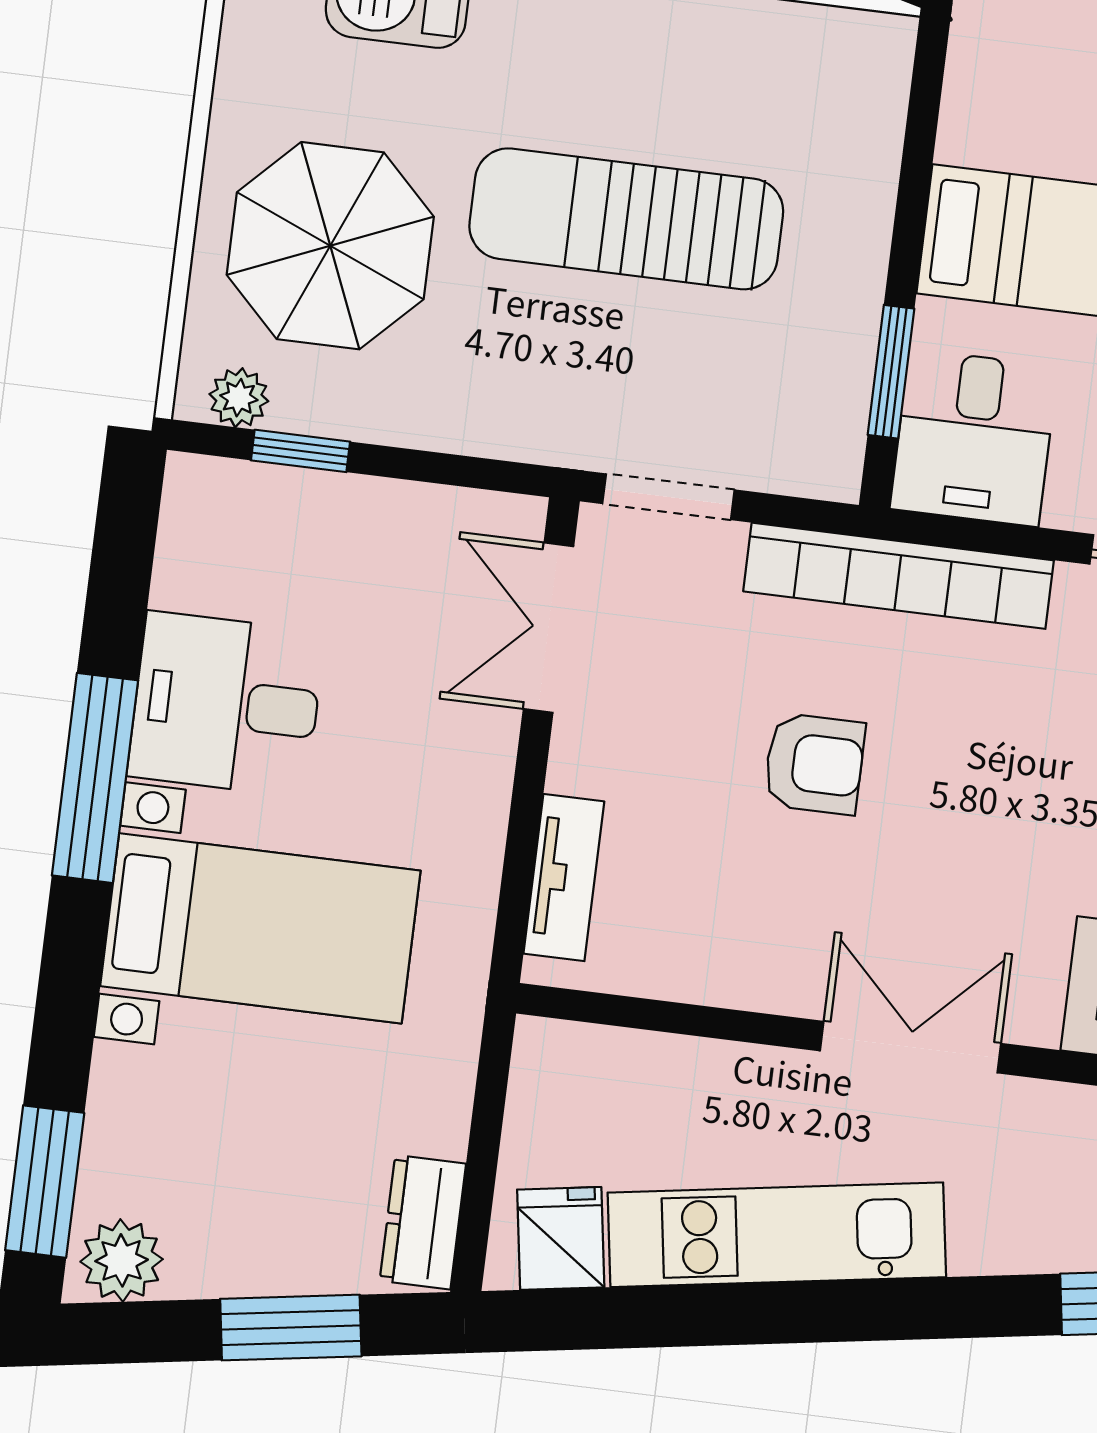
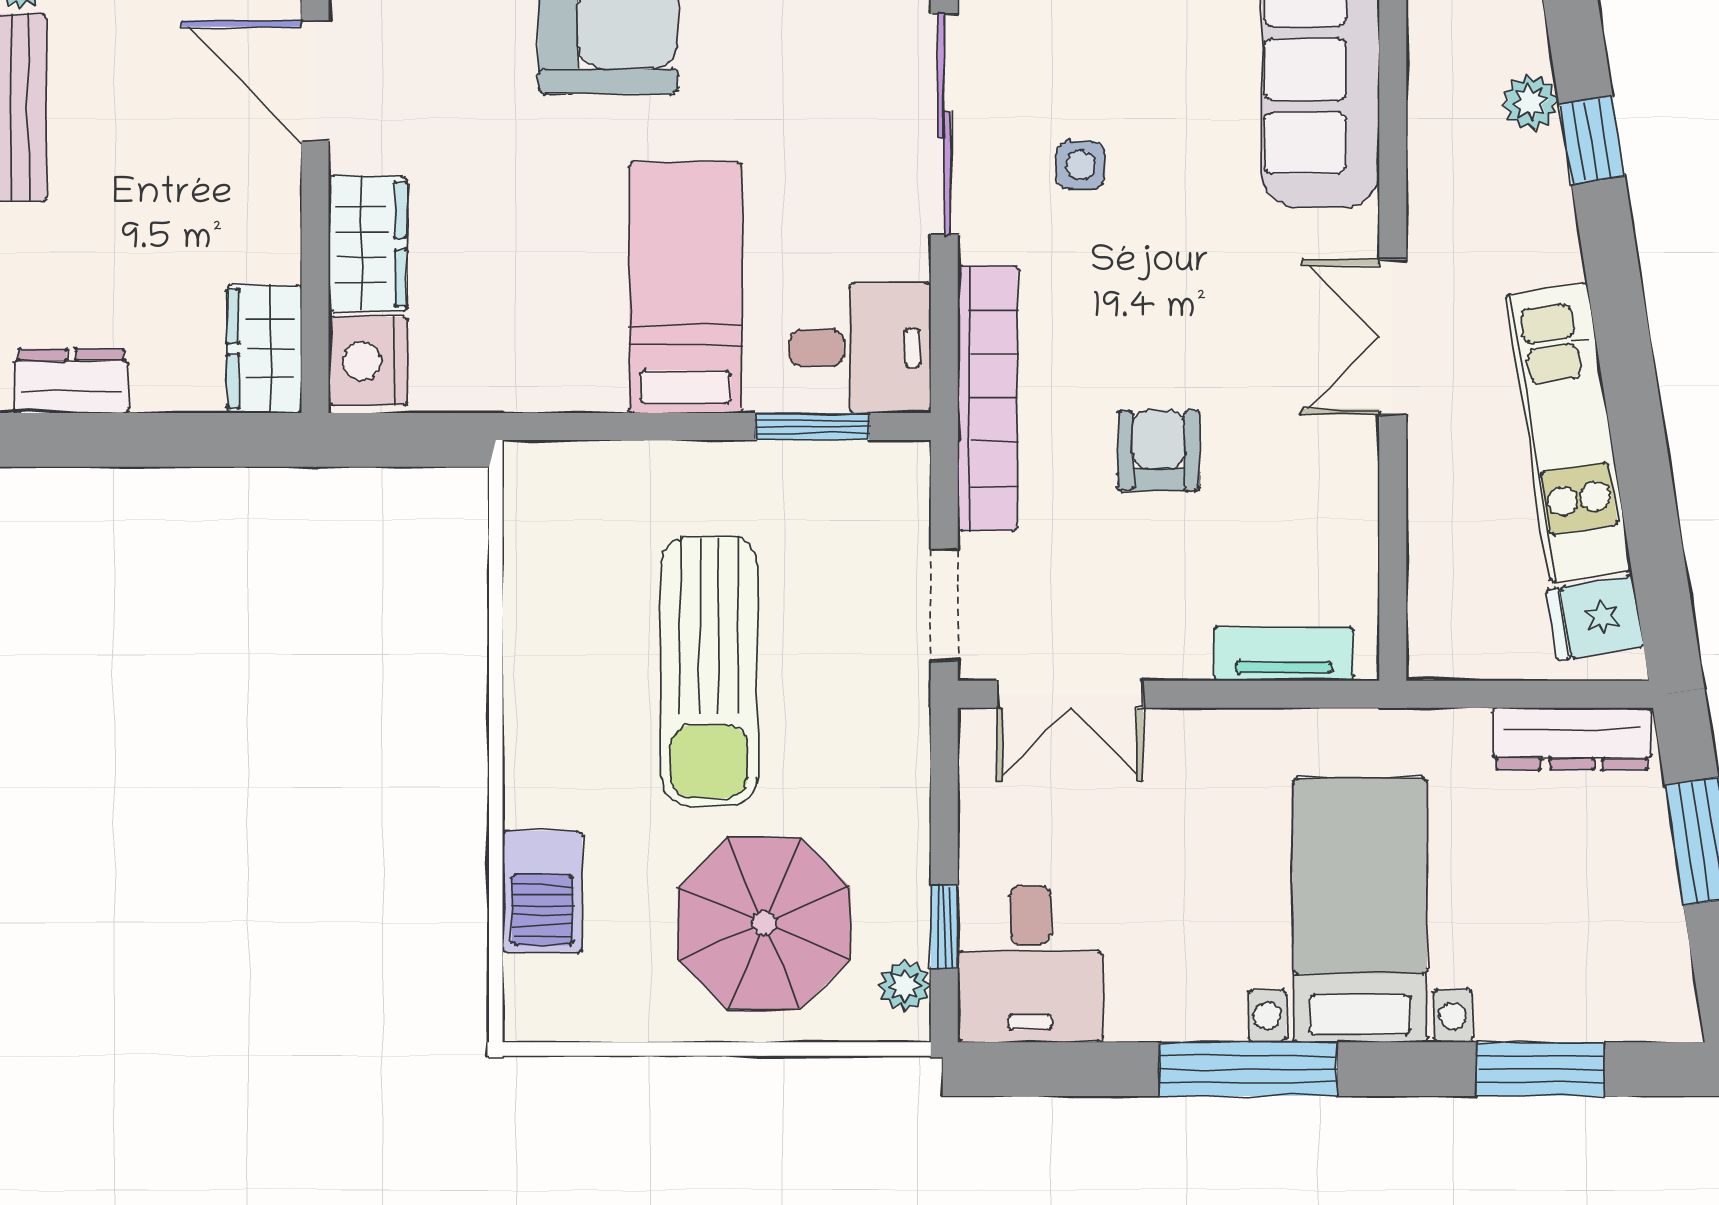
desk: (226, 704) -> (1030, 964), moved
window: (45, 1182) -> (1540, 1069), moved
dresser: (423, 1222) -> (1572, 739), width x1.44
plant: (122, 1260) -> (1661, 994), removed

